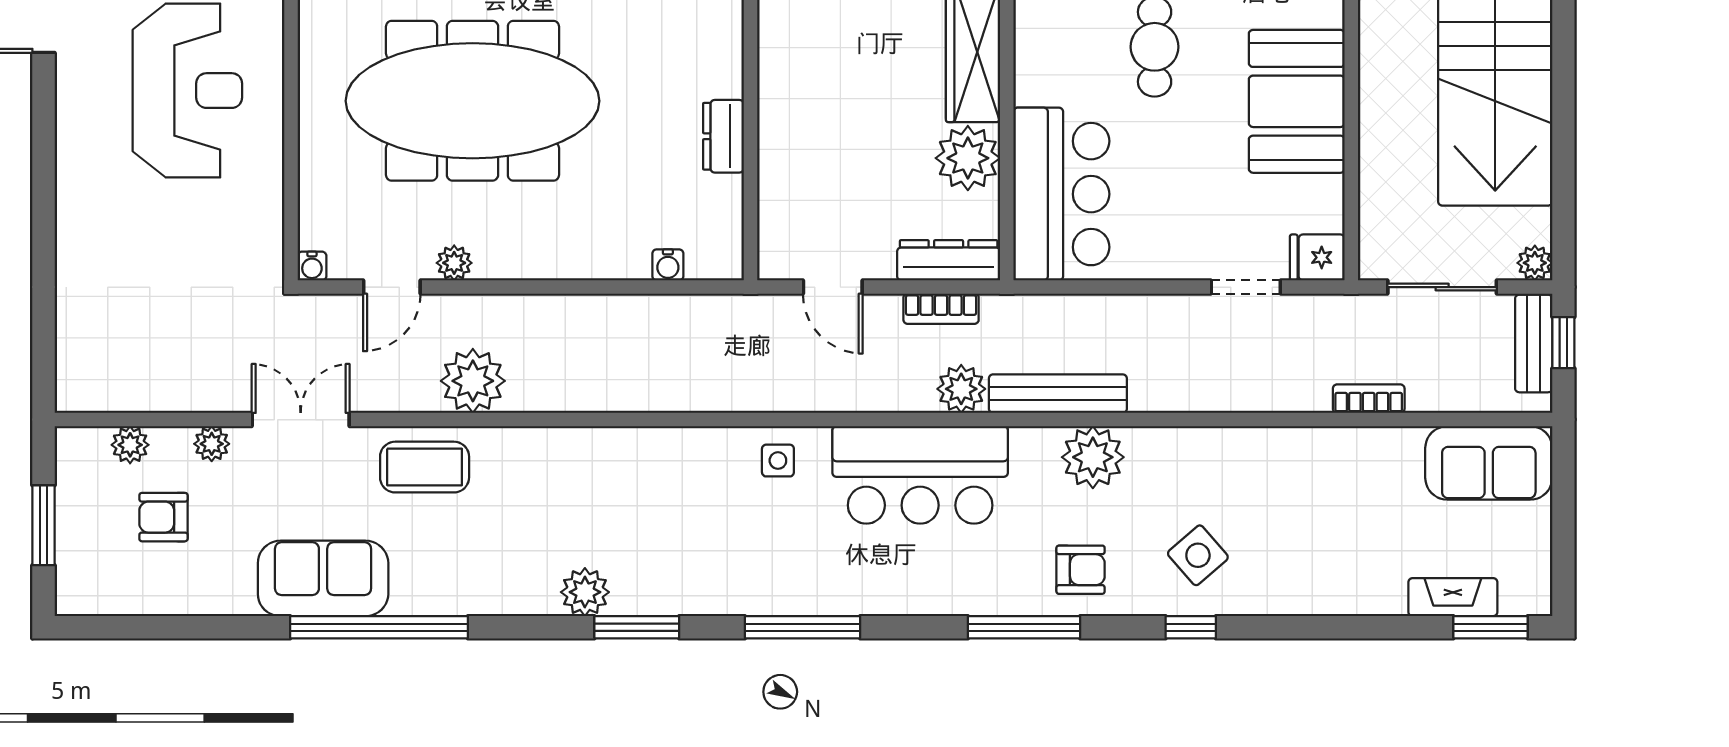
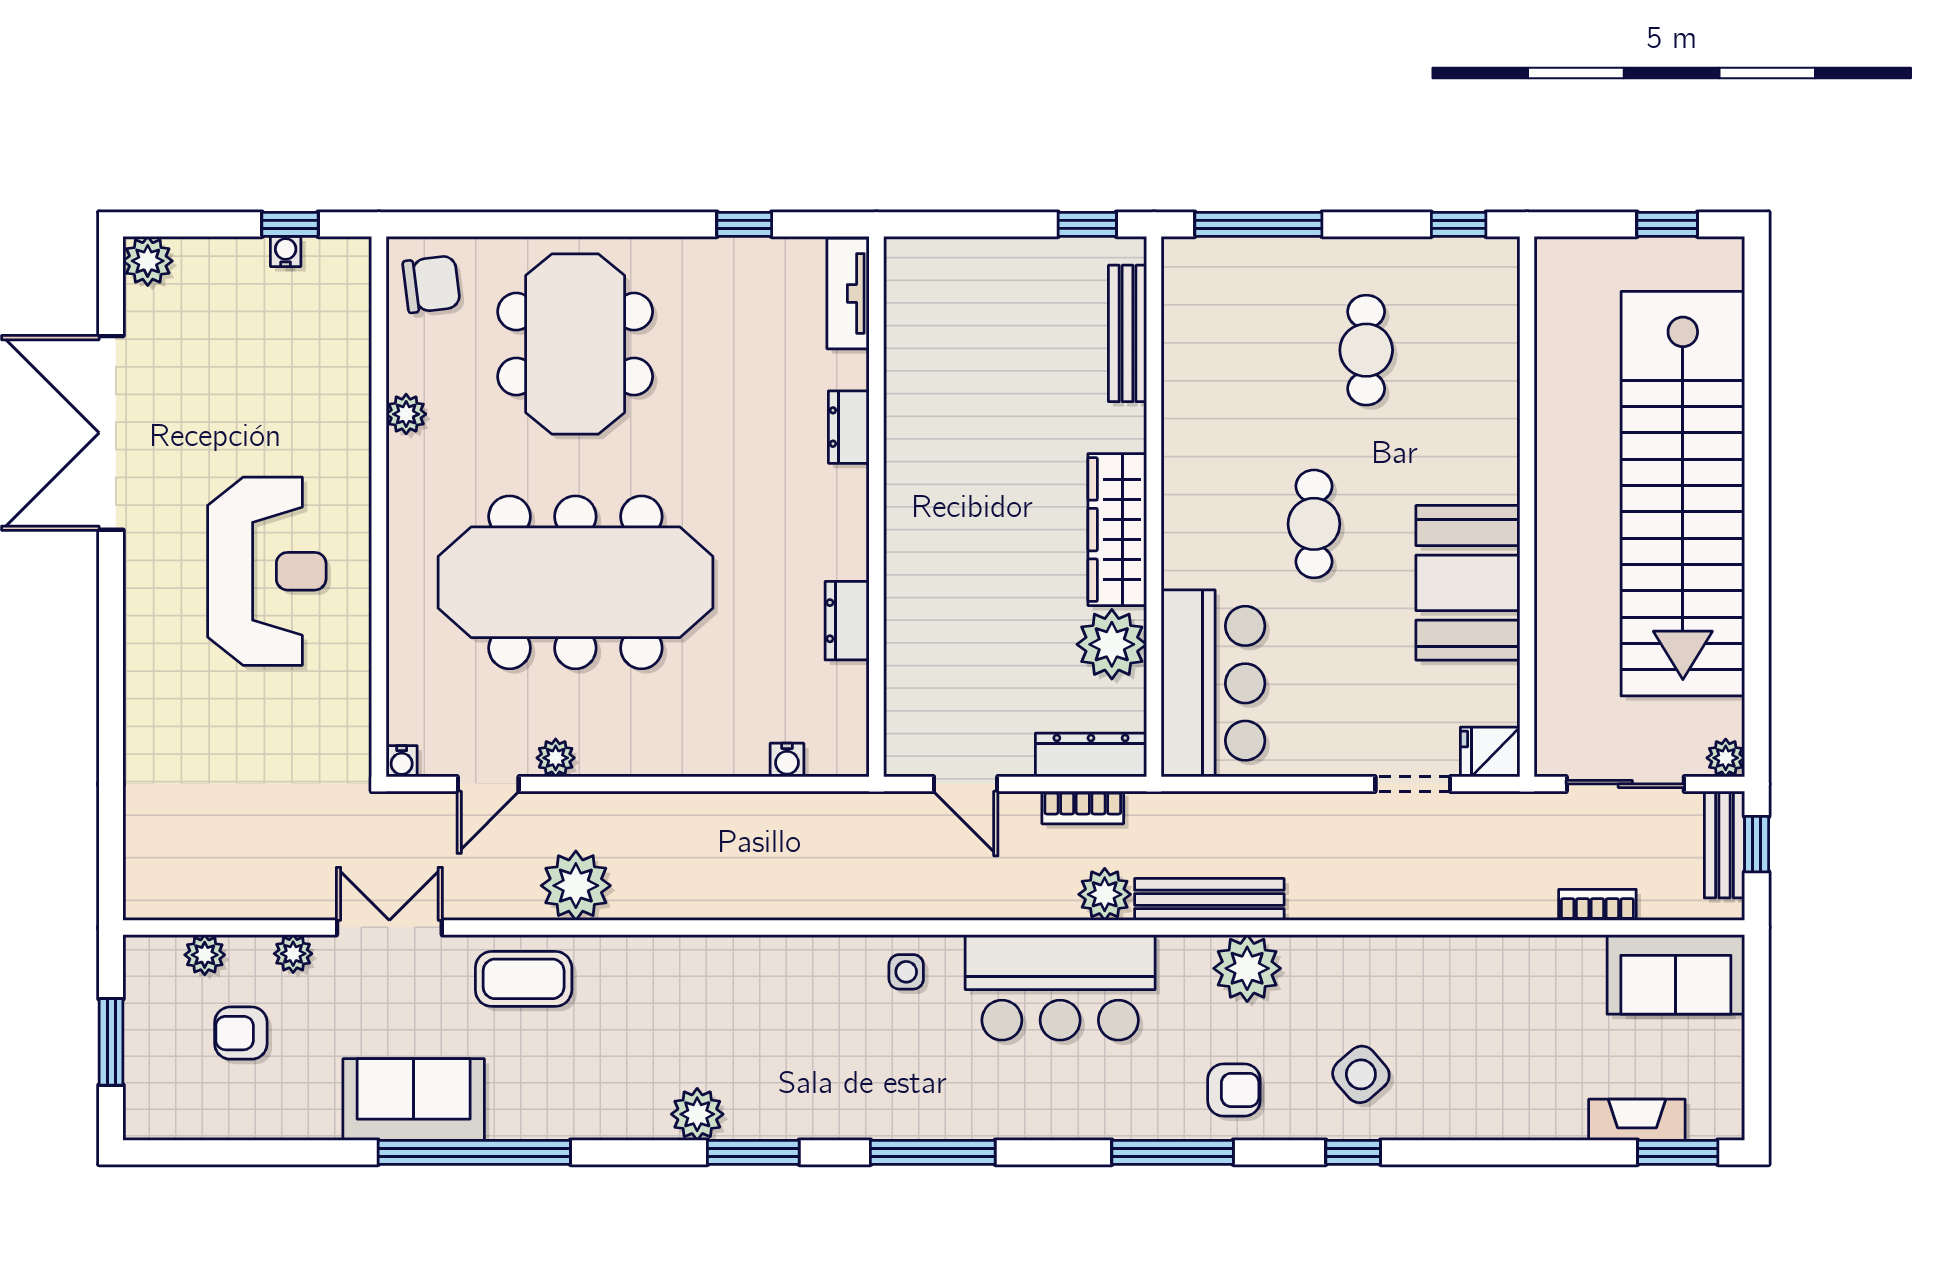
bookcase: (1369, 399) -> (1597, 905), moved

